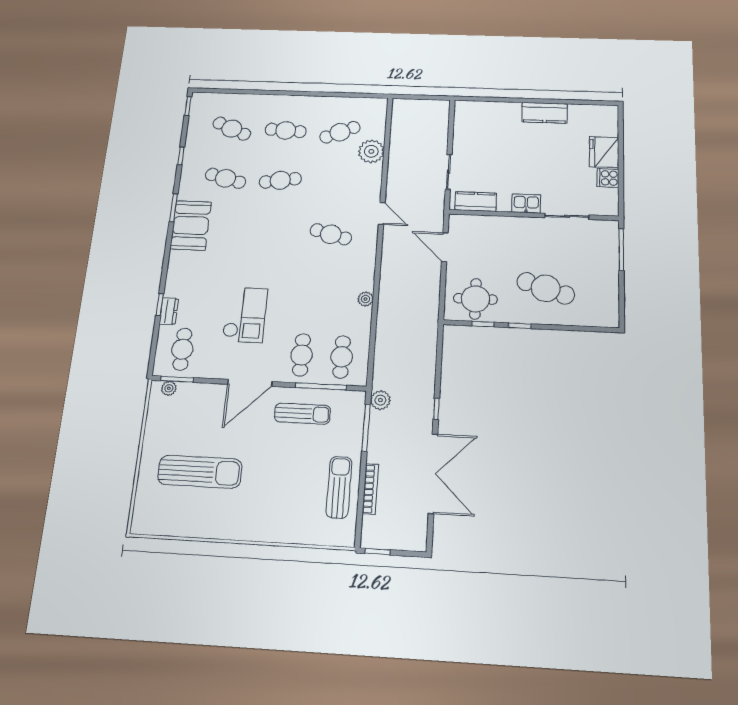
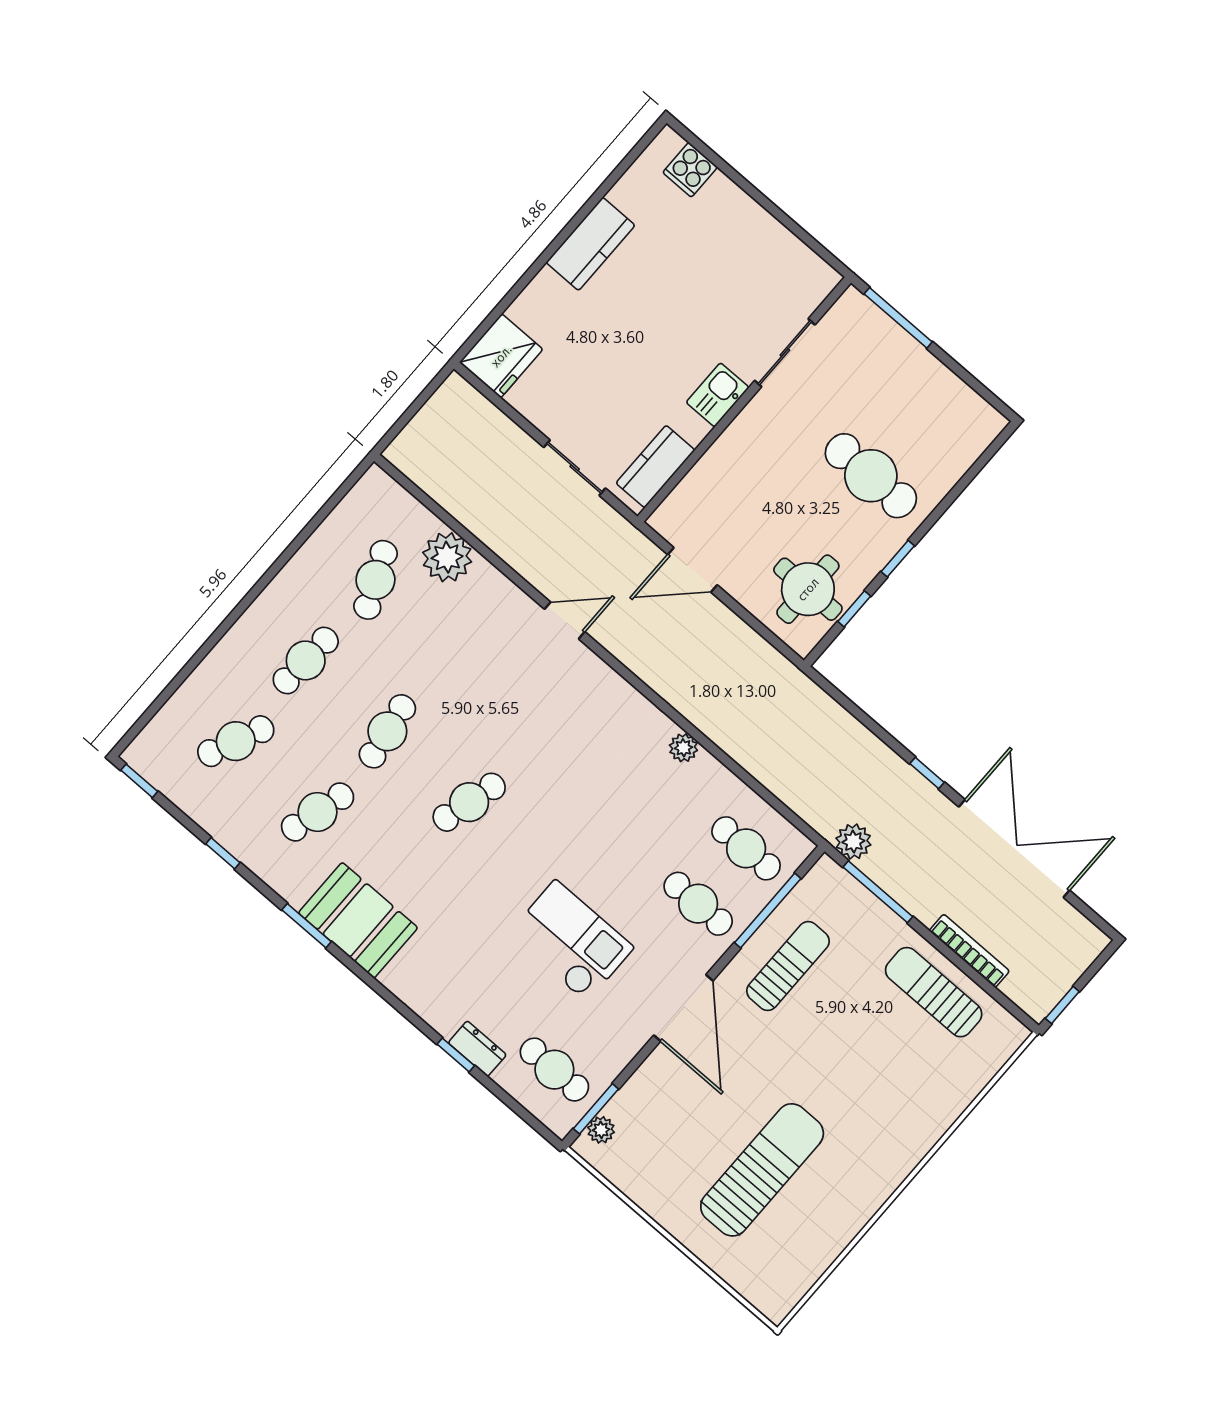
fridge: (604, 152) -> (501, 356), moved, turned -90
cooker: (608, 178) -> (690, 170), moved
cafe table: (331, 234) -> (469, 802), moved
cafe table: (546, 288) -> (871, 476), turned 72

